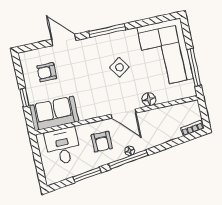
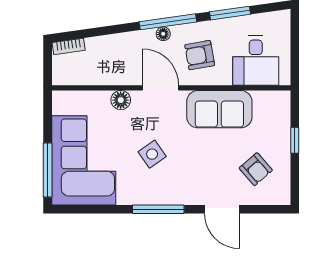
window: (194, 67) -> (48, 170), moved
armchair: (47, 72) -> (256, 169), turned 49
sofa: (54, 113) -> (219, 109), moved
armchair: (102, 142) -> (200, 55), turned -100

